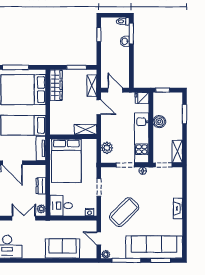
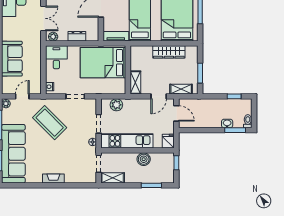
wardrobe: (56, 85) -> (169, 52), moved
door: (115, 90) -> (176, 113), hinge flipped

